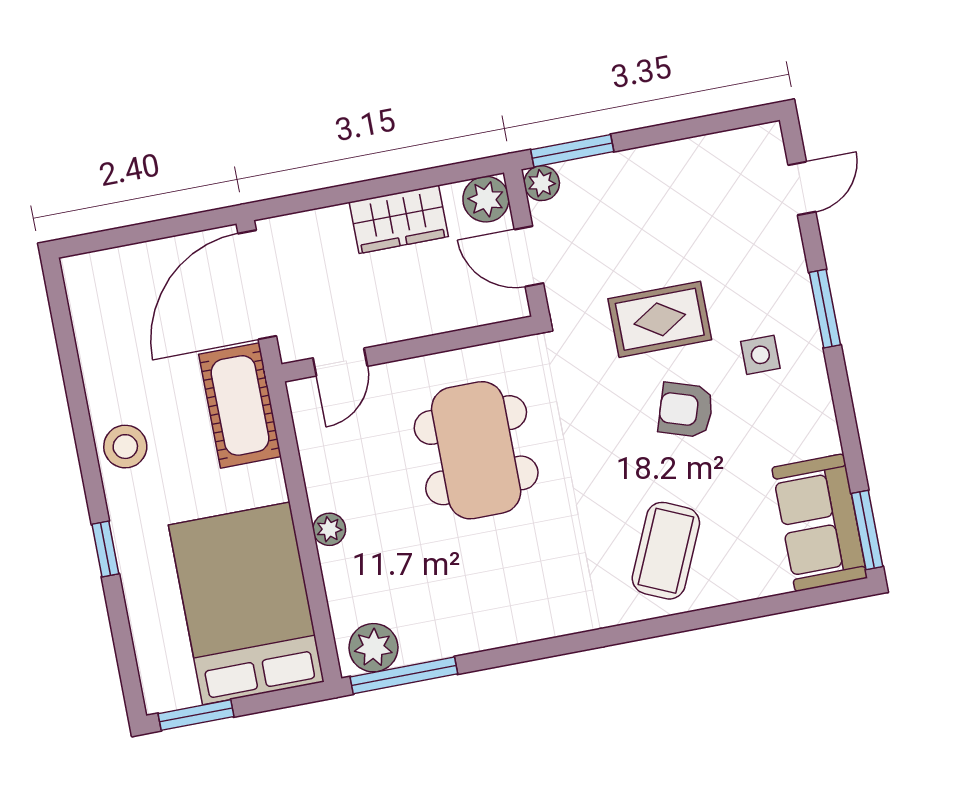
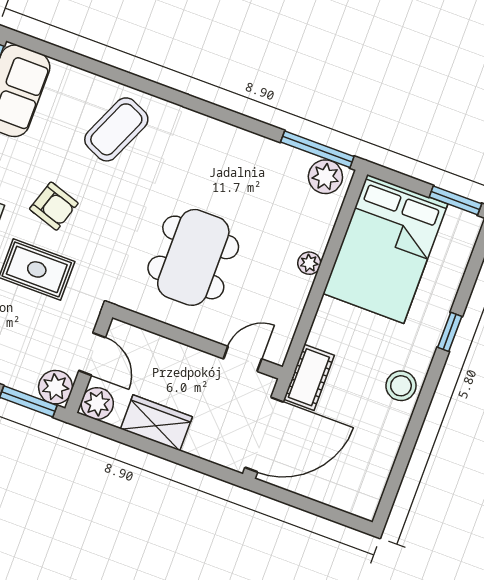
plant: (542, 183) -> (56, 387), width x1.38, depth x1.38
cot: (240, 405) -> (309, 377), width x0.73, depth x0.75

